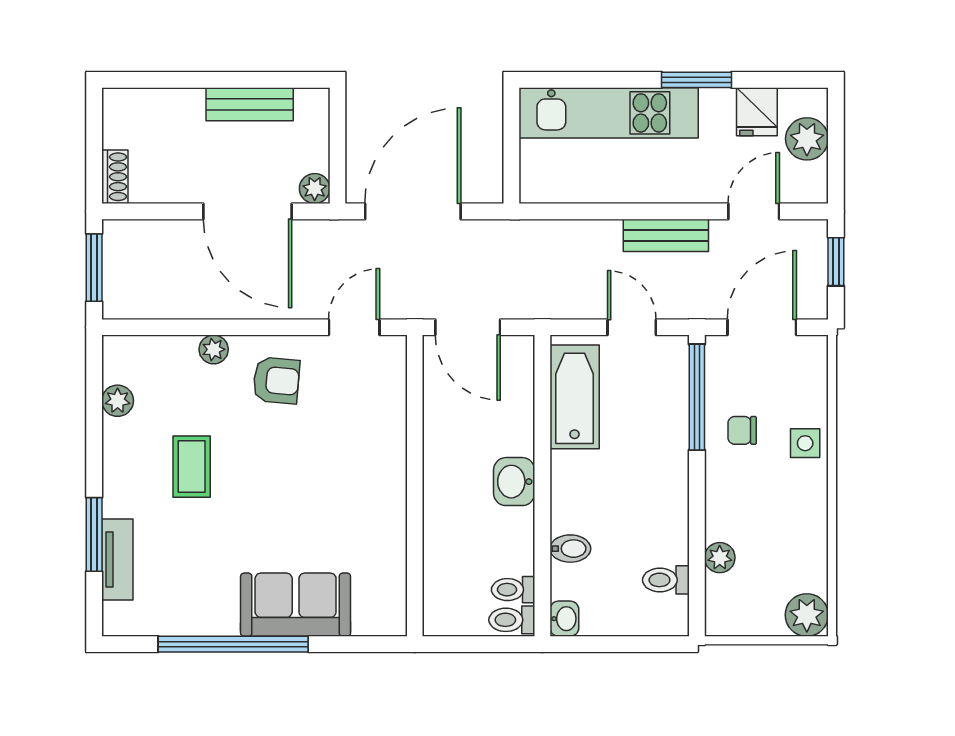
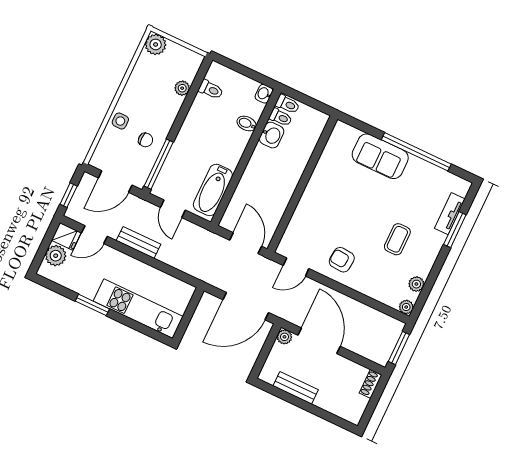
fridge: (757, 112) -> (66, 236), moved, turned 90
plant: (214, 349) -> (406, 307), moved
washbasin: (514, 482) -> (272, 135), moved

